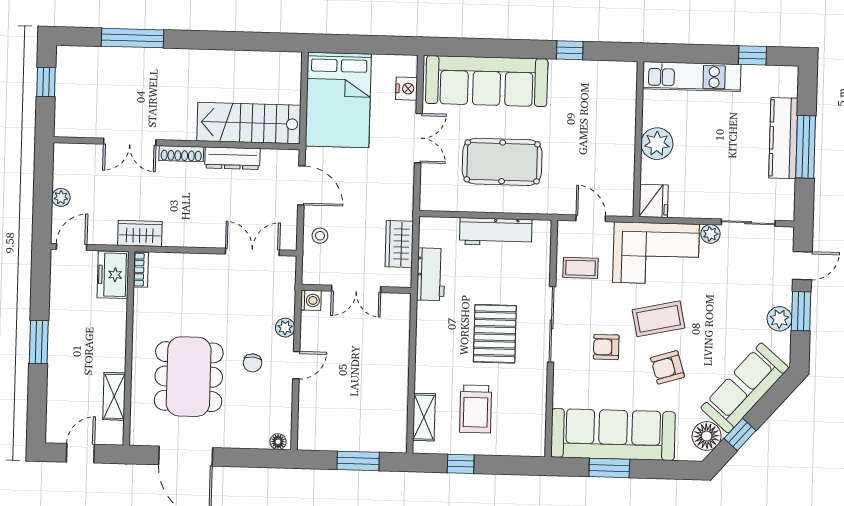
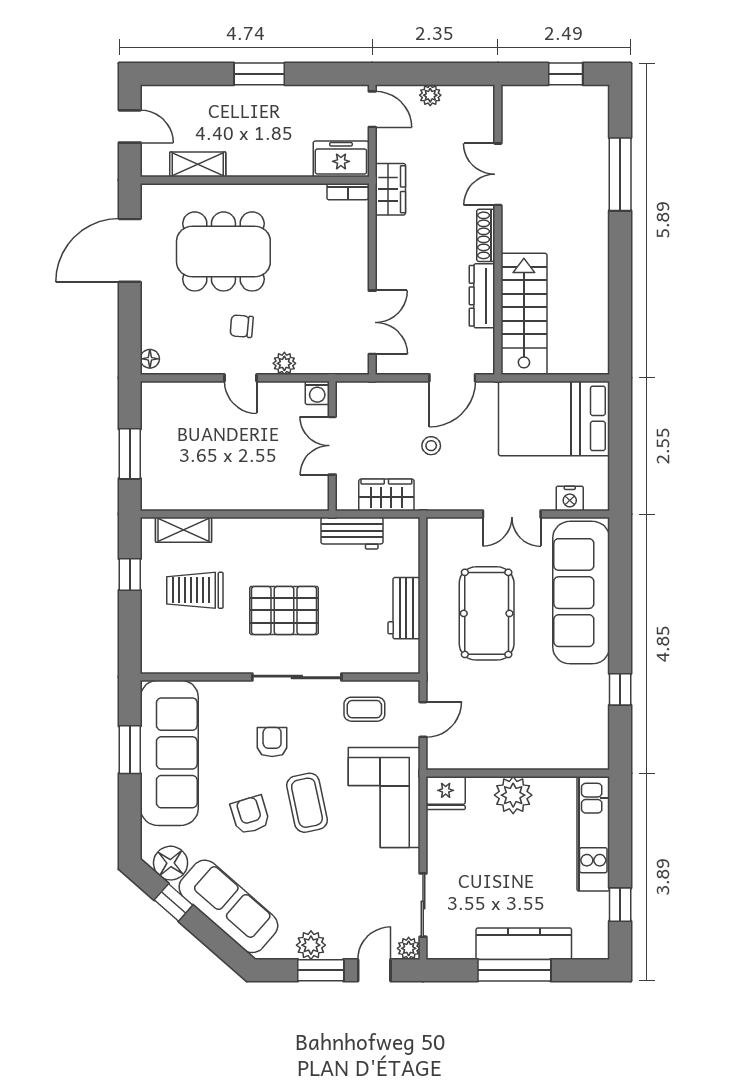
workbench: (496, 232) -> (404, 608), width x0.73
plant: (710, 234) -> (409, 948), moved
stool: (320, 236) -> (431, 446), moved
door: (802, 266) -> (374, 970), swing flipped
coffee table: (580, 268) -> (364, 709), turned 90

